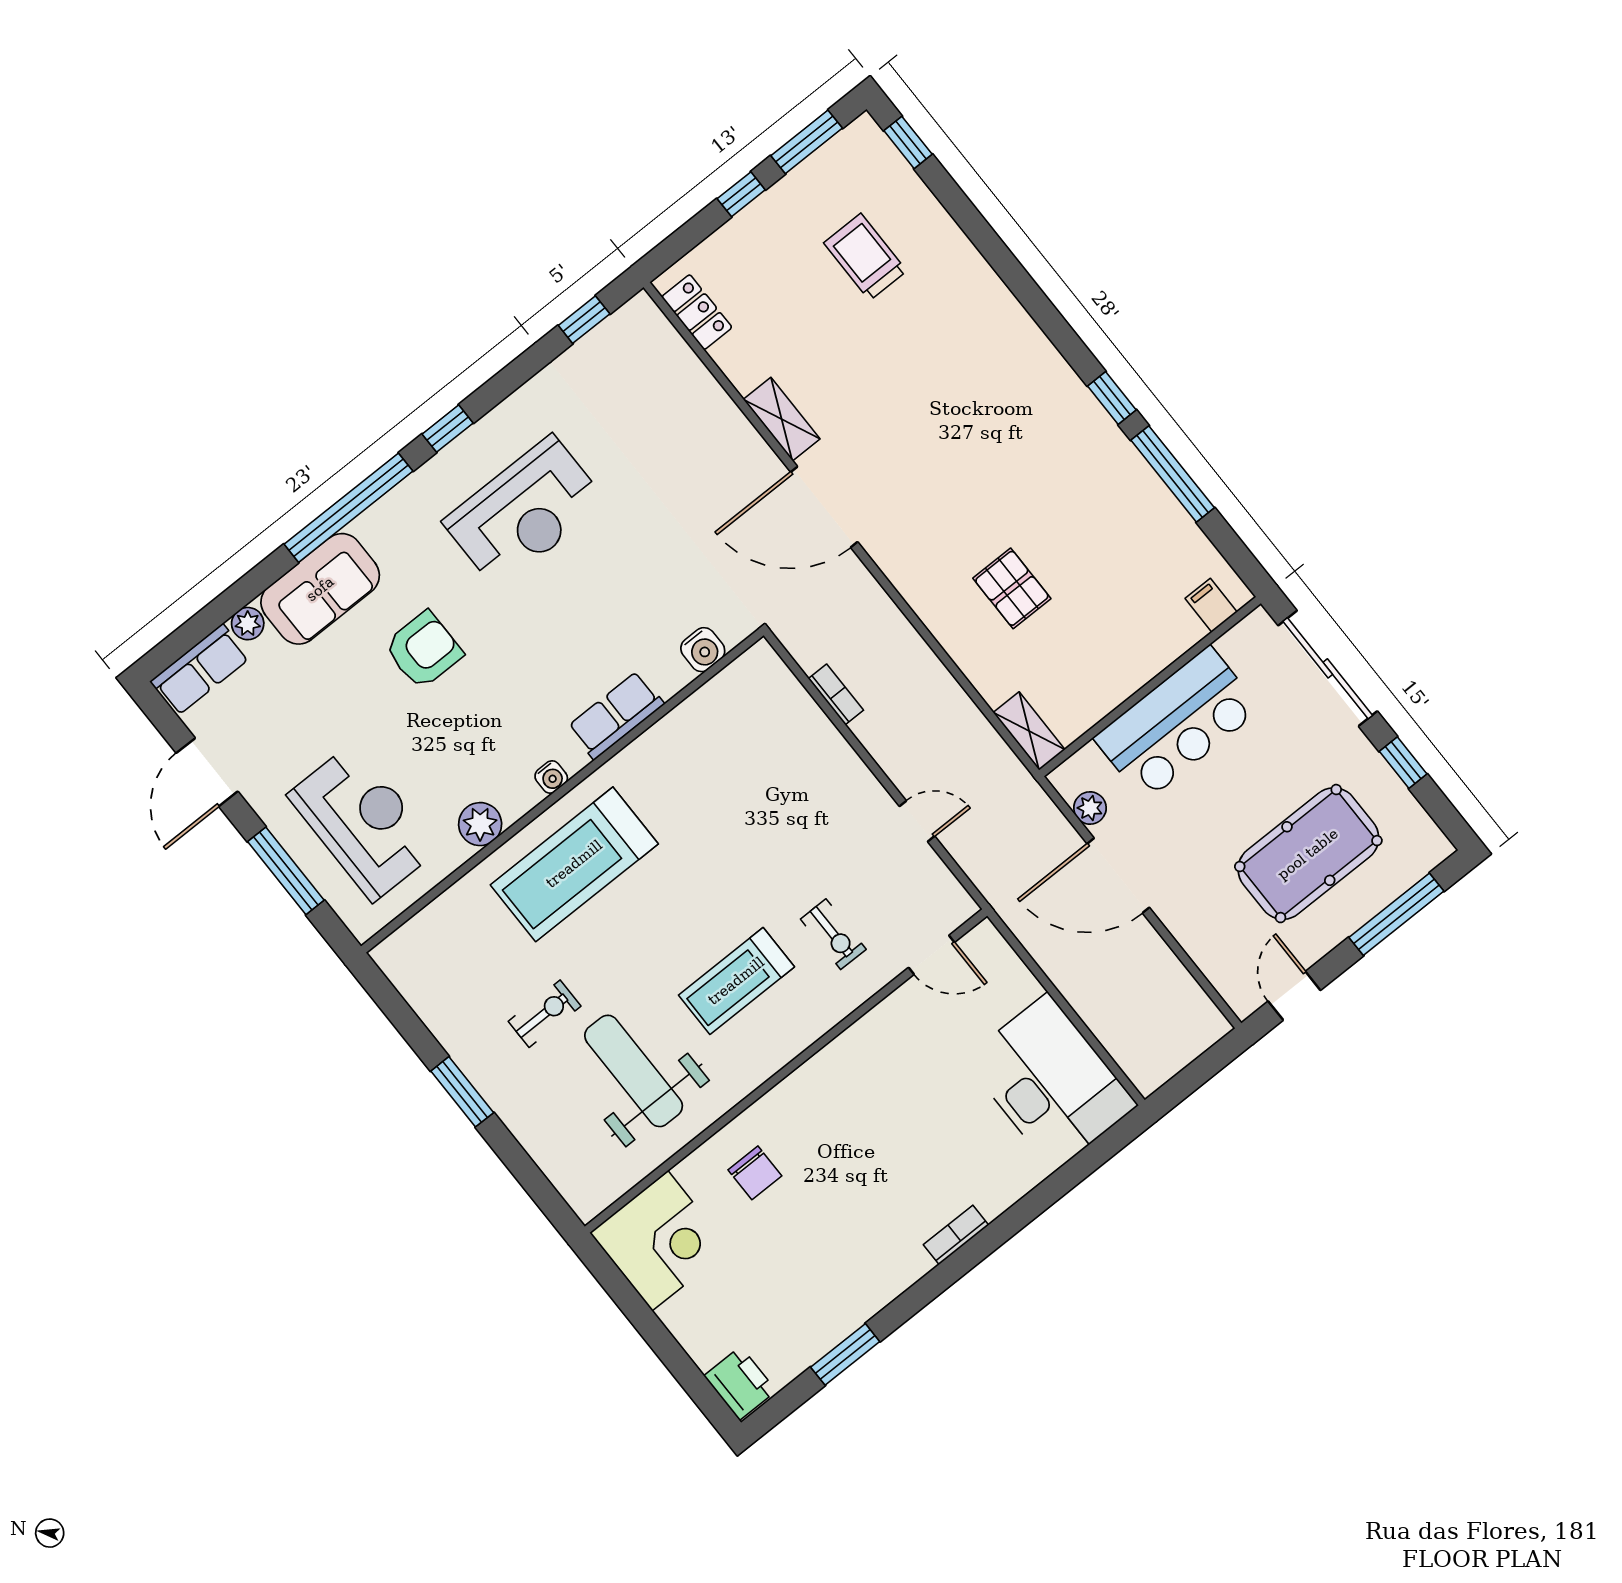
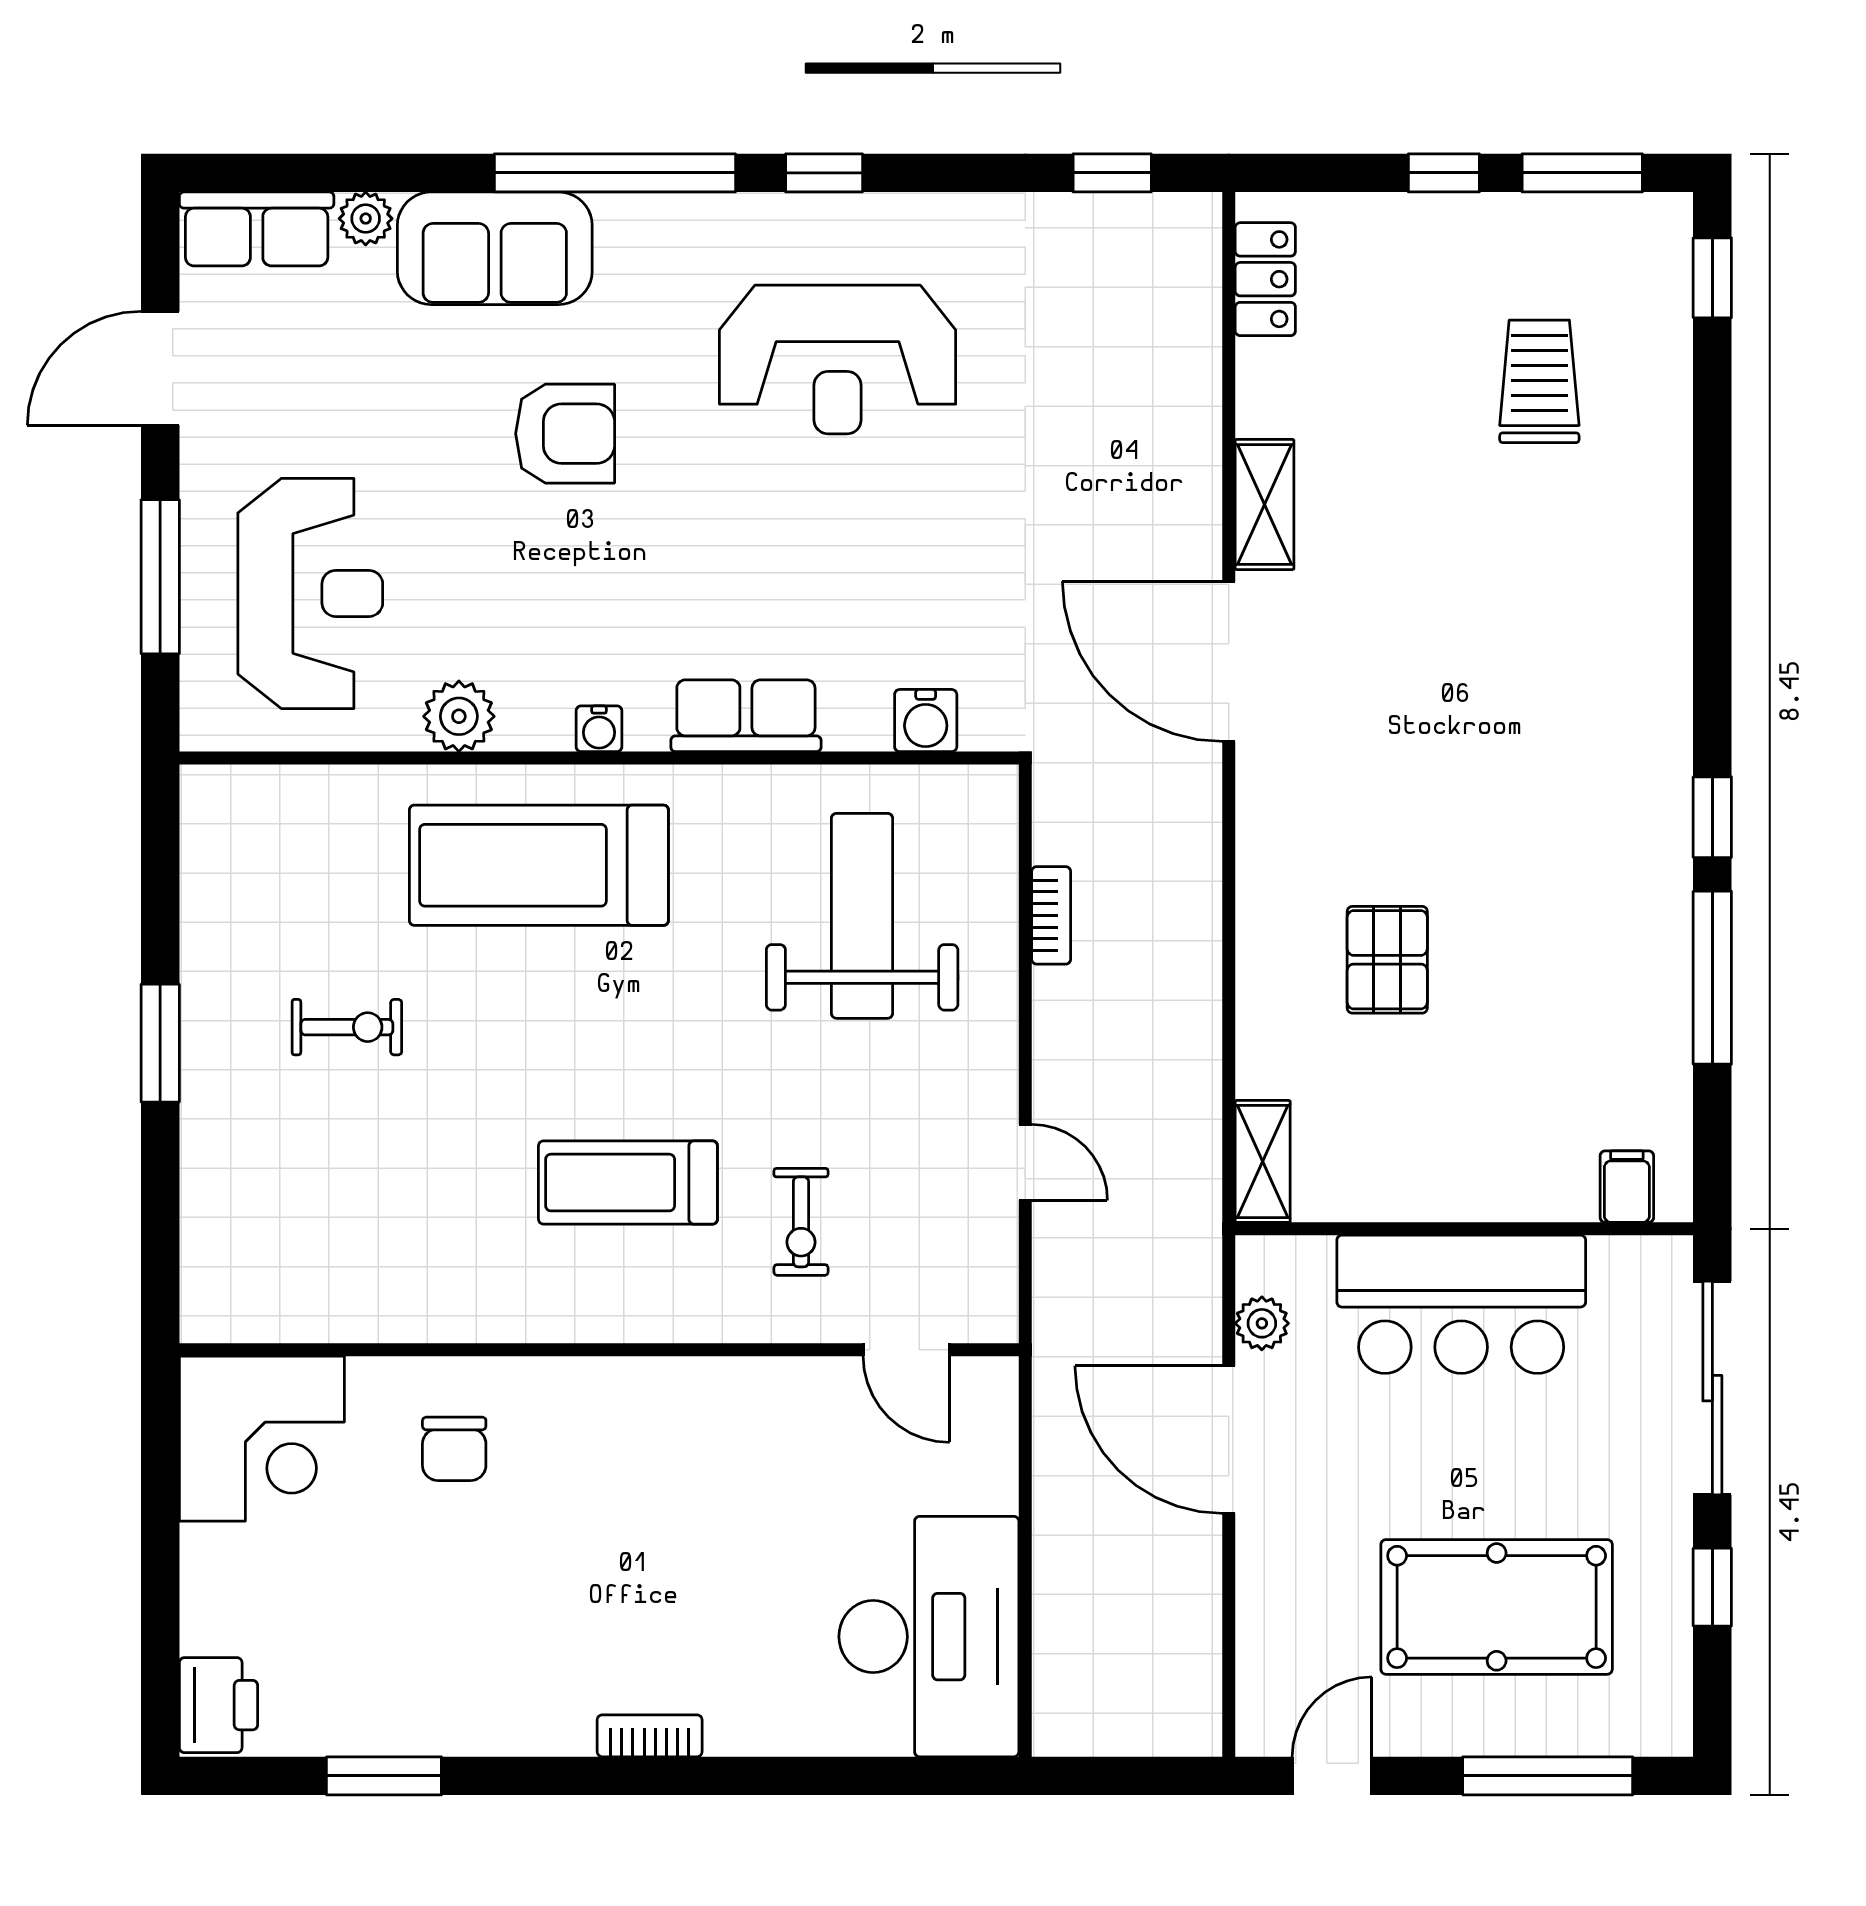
weight bench: (634, 1071) -> (862, 916), moved

